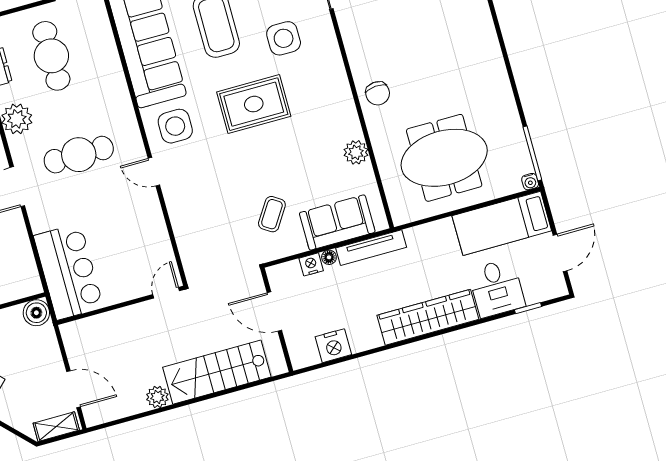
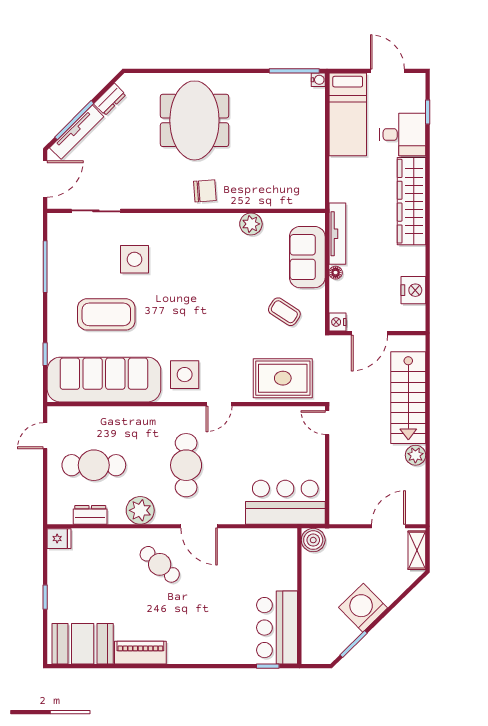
rug: (254, 104) -> (283, 378), moved, turned 90
meeting table: (444, 158) -> (194, 120), moved
nightstand: (311, 264) -> (337, 322), moved

